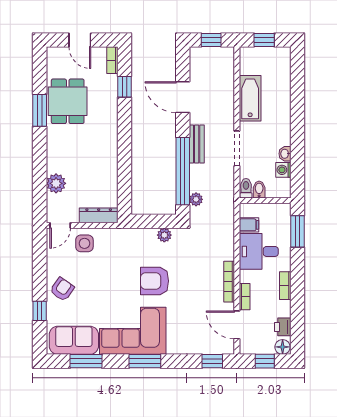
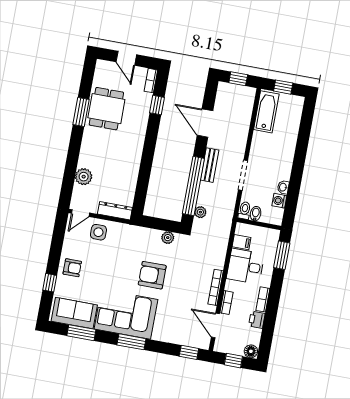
bathtub: (250, 98) -> (266, 112), moved
armchair: (62, 289) -> (72, 268), turned 55
printer: (283, 327) -> (257, 320), moved

